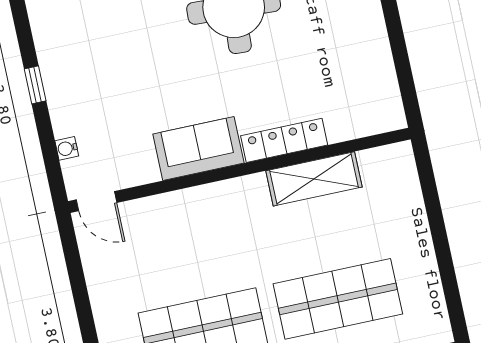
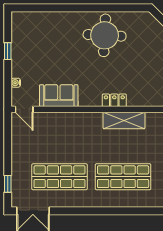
locker: (284, 140) -> (114, 100), width x0.66
sofa: (198, 149) -> (59, 96), moved

